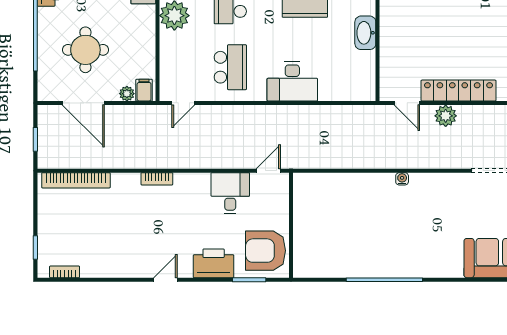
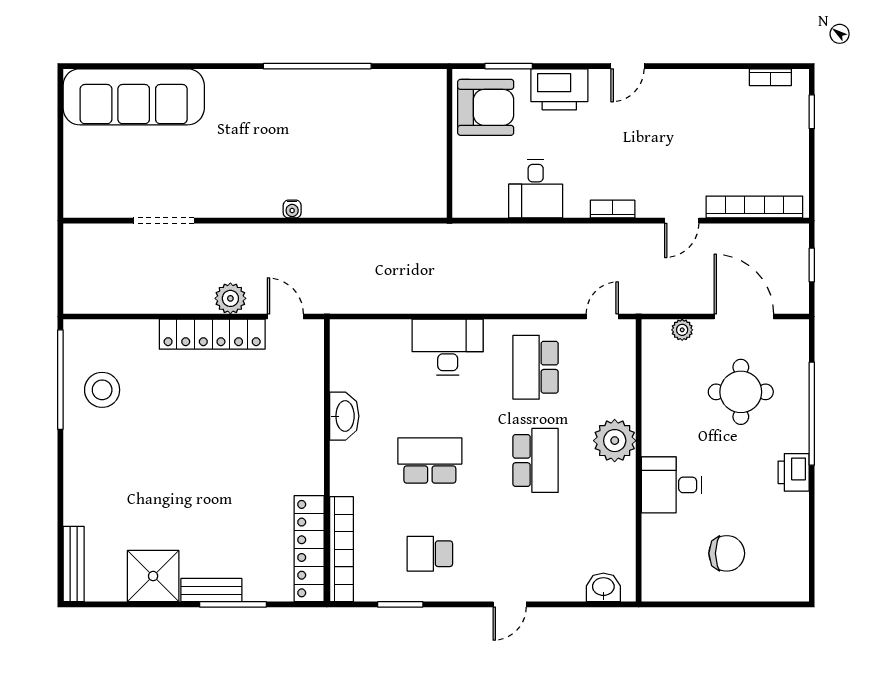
filing cabinet: (144, 90) -> (658, 335), removed
door: (268, 171) -> (682, 221), moved
bookcase: (157, 179) -> (613, 209), moved

